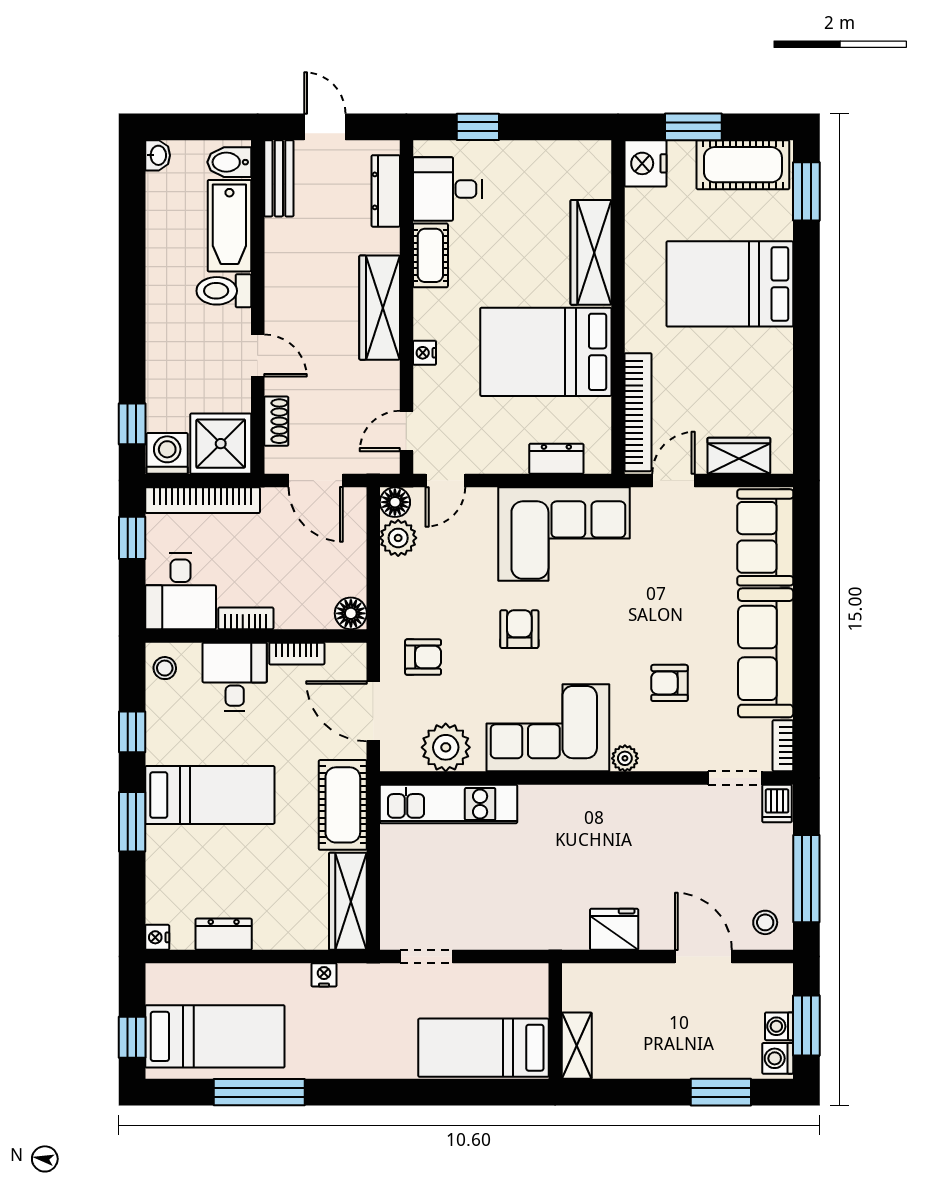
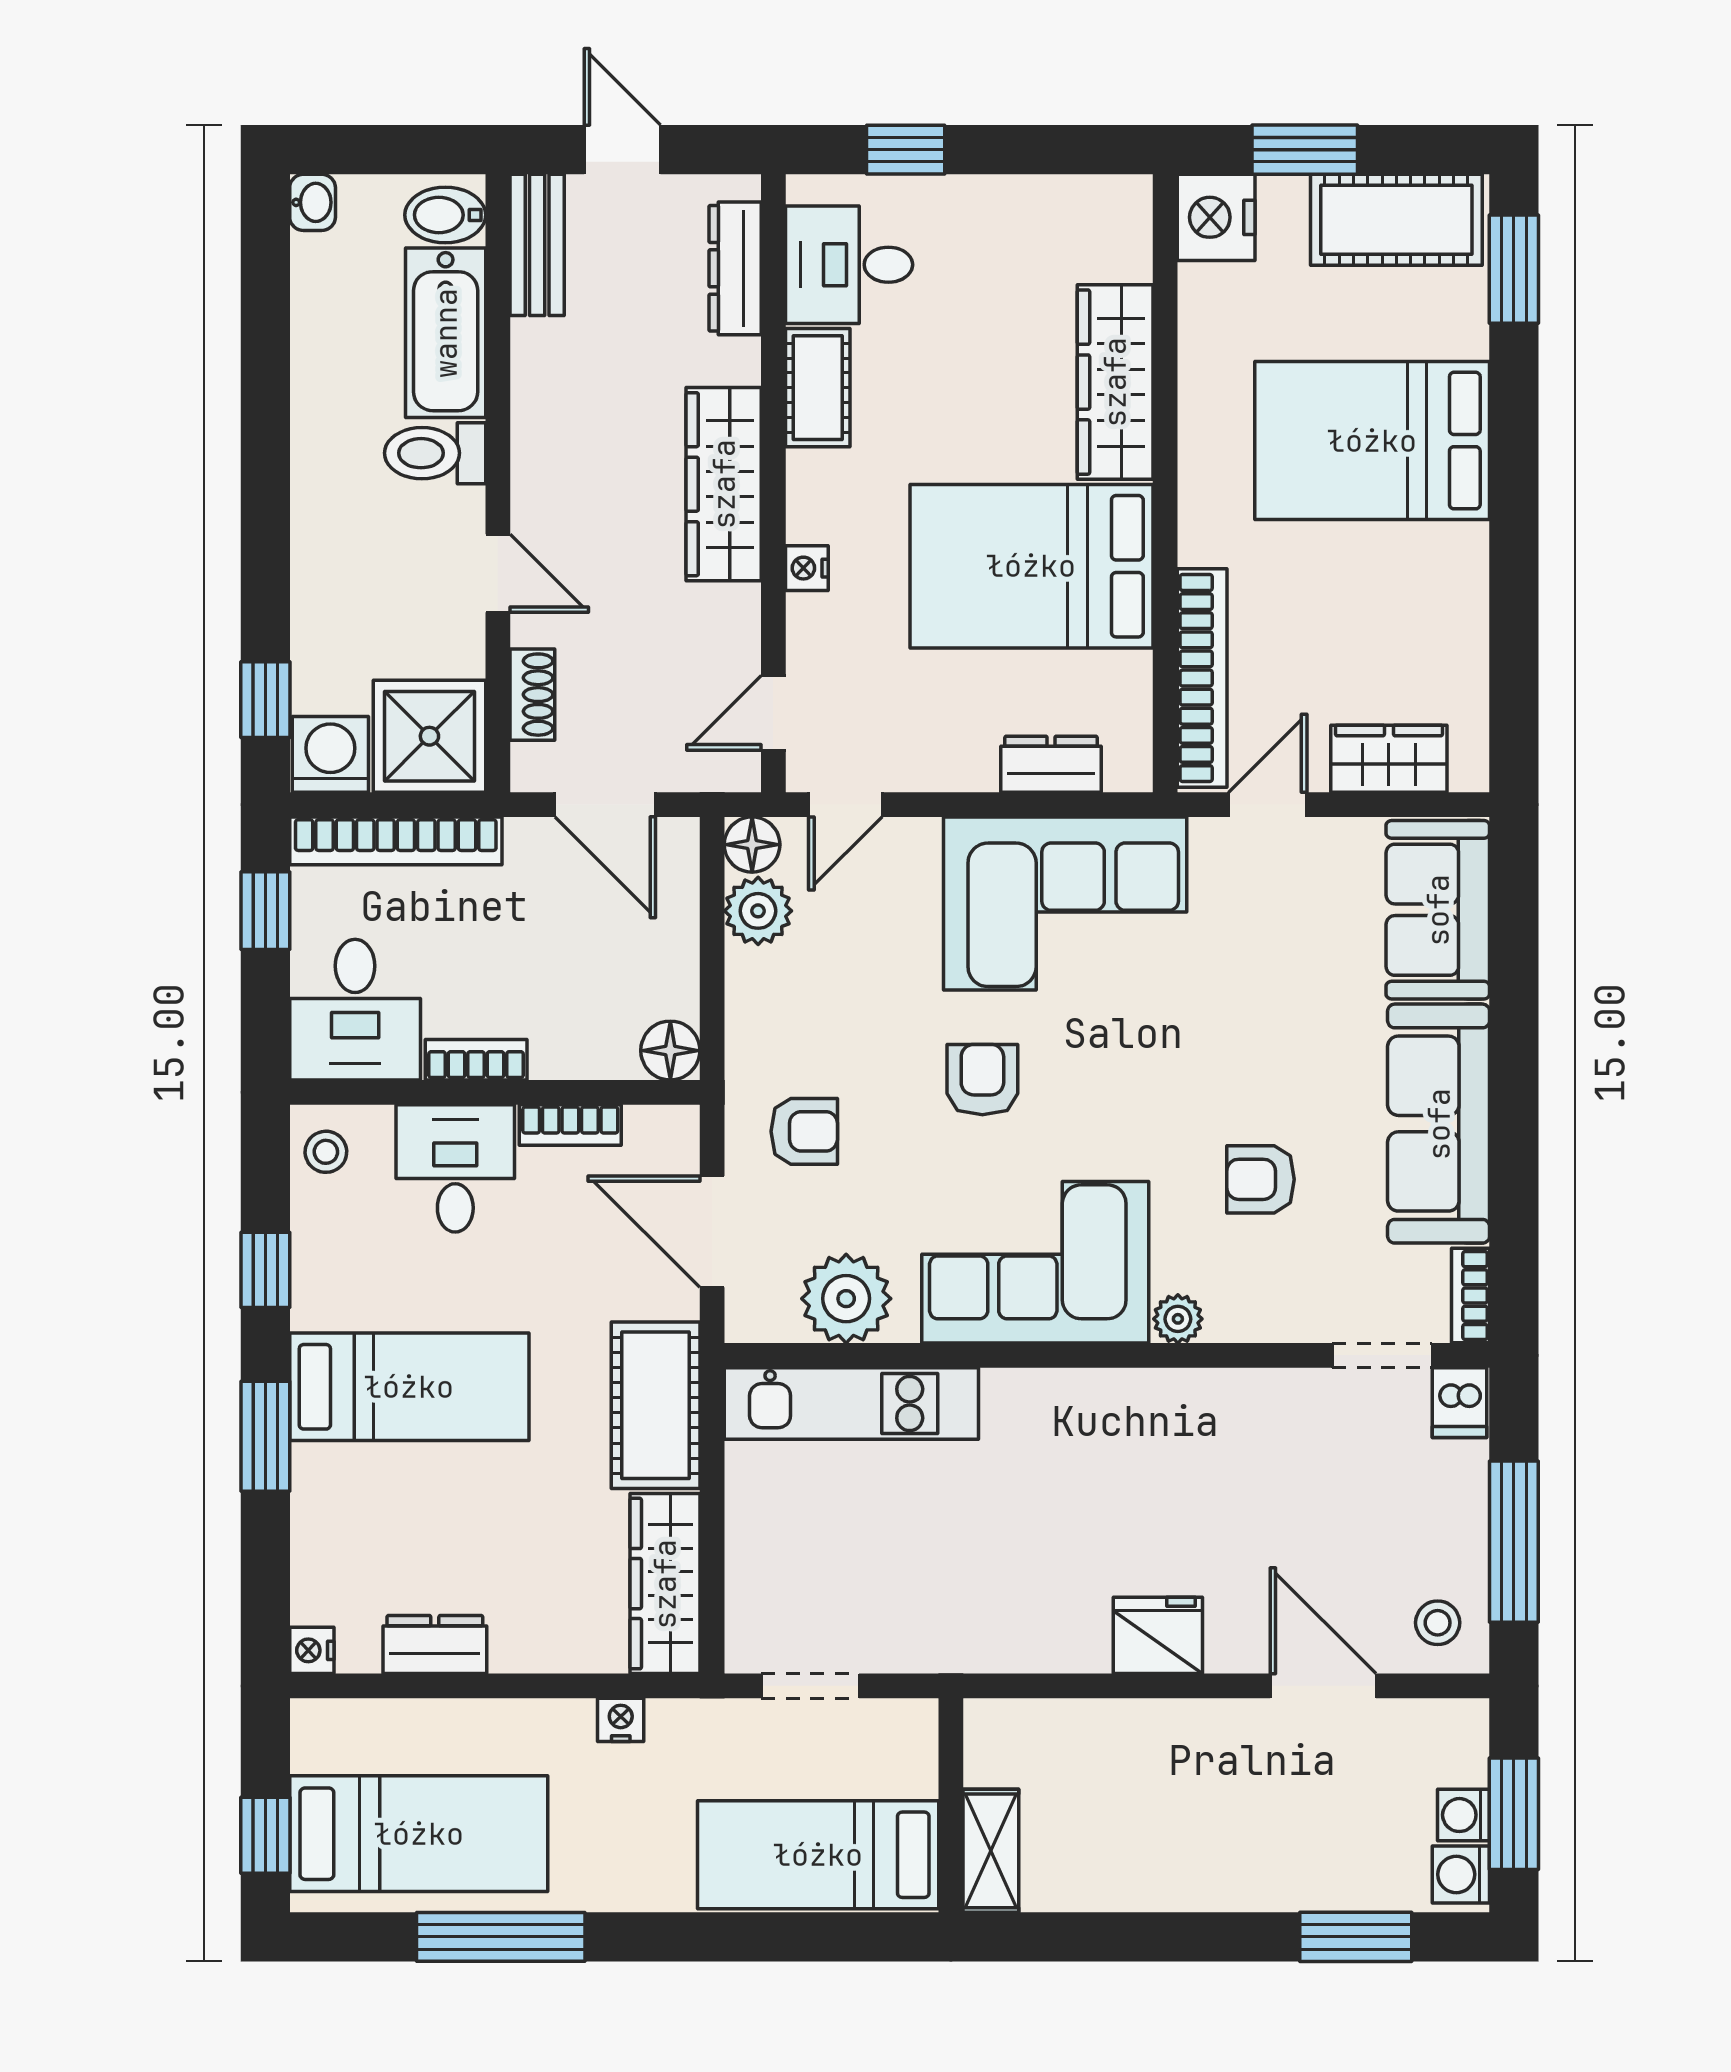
wall: (555, 1021) -> (951, 1805), moved
shelving: (577, 1046) -> (991, 1851), moved
bed: (483, 1048) -> (818, 1855), moved

